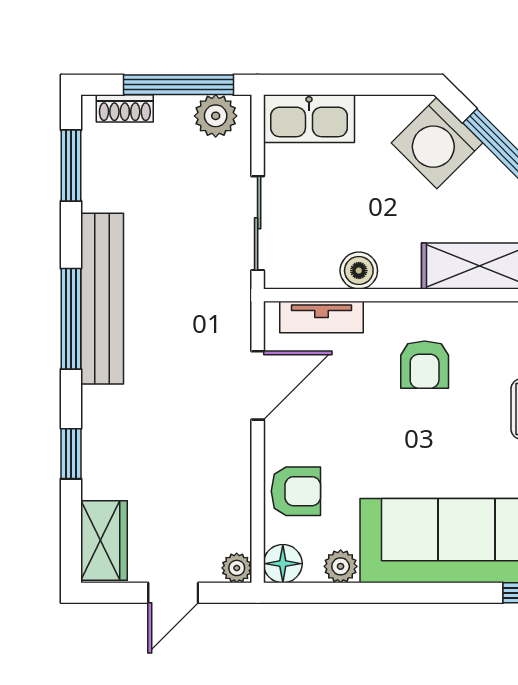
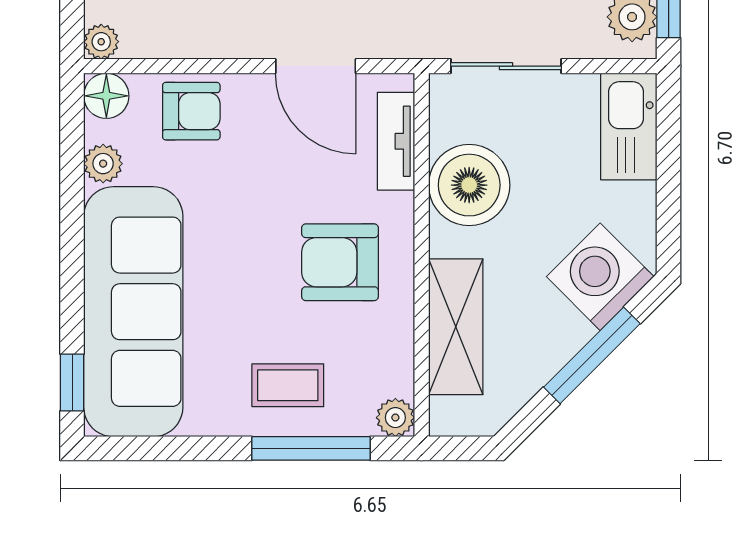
boiler: (359, 271) -> (469, 185), width x1.86, depth x1.86
armchair: (425, 365) -> (340, 262), width x1.38, depth x1.38
armchair: (296, 491) -> (191, 111), turned -90

